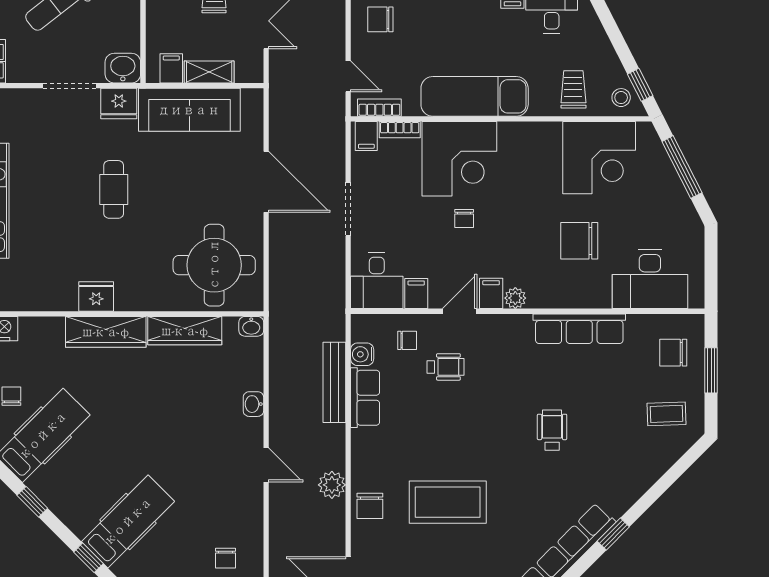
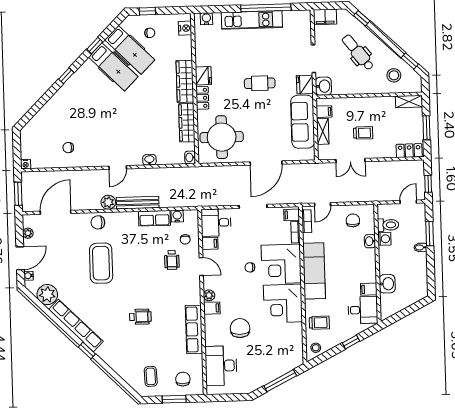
window: (640, 85) -> (351, 342), moved
corner desk: (599, 158) -> (283, 304), moved
filing cabinet: (491, 293) -> (212, 308), moved
locker: (138, 300) -> (202, 98), added
bench: (334, 382) -> (138, 203), moved
hospital bed: (128, 521) -> (113, 67), moved

